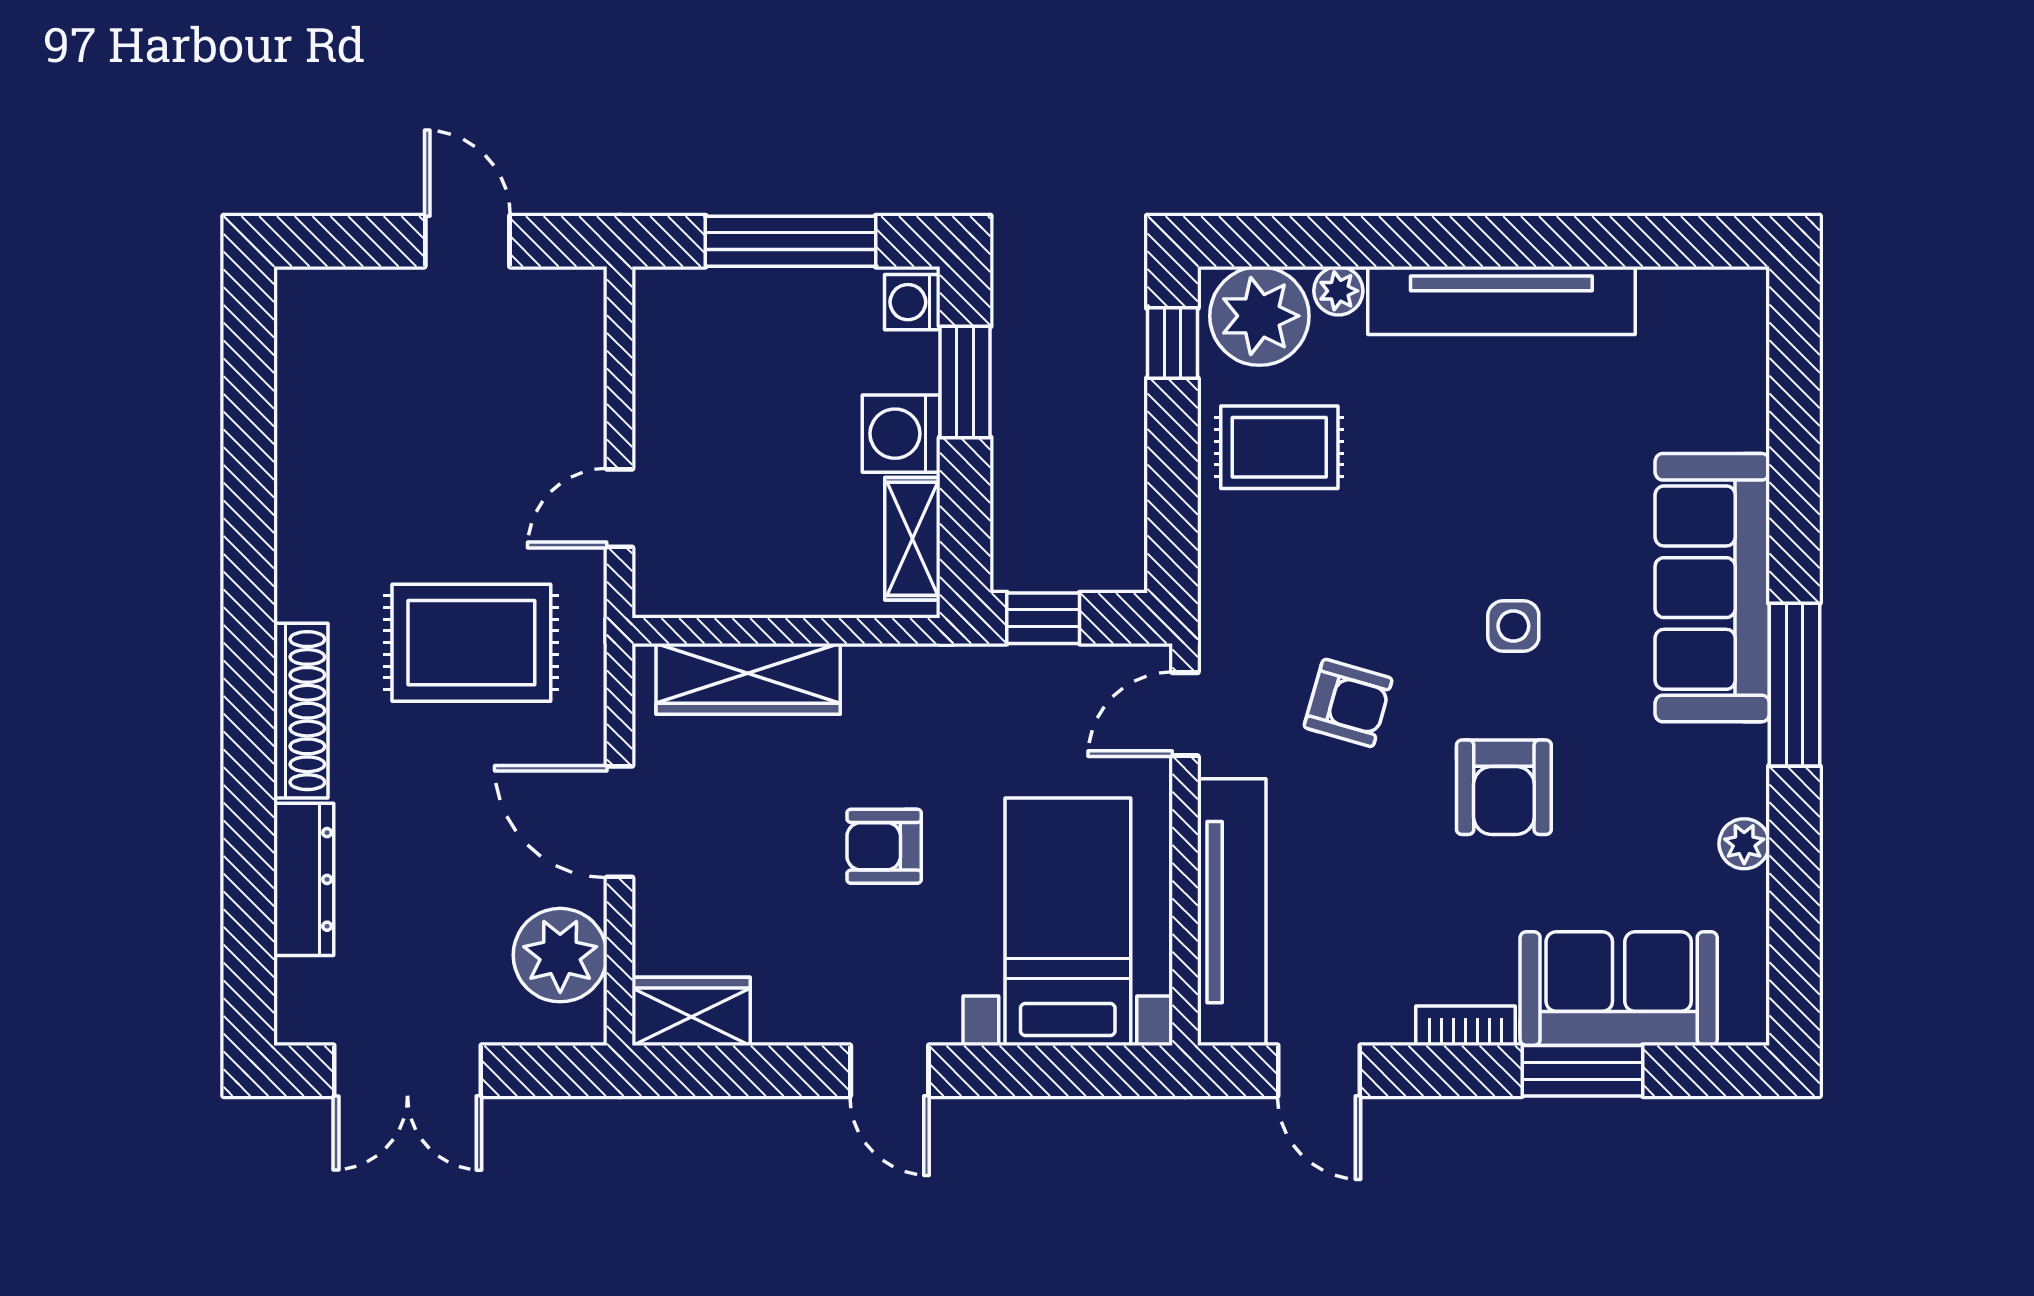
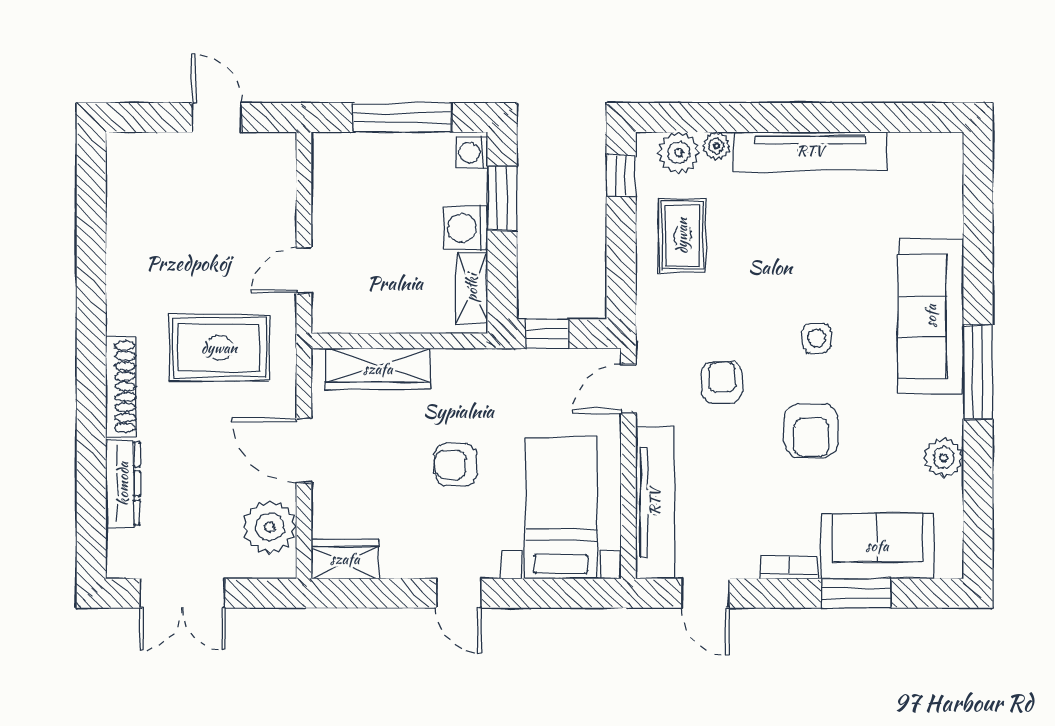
plant: (1259, 316) -> (679, 153), width x0.73, depth x0.73
rug: (1279, 447) -> (682, 236), turned 90
armchair: (1348, 703) -> (722, 382), turned -106
plant: (1744, 844) -> (944, 458), width x1.38, depth x1.38

